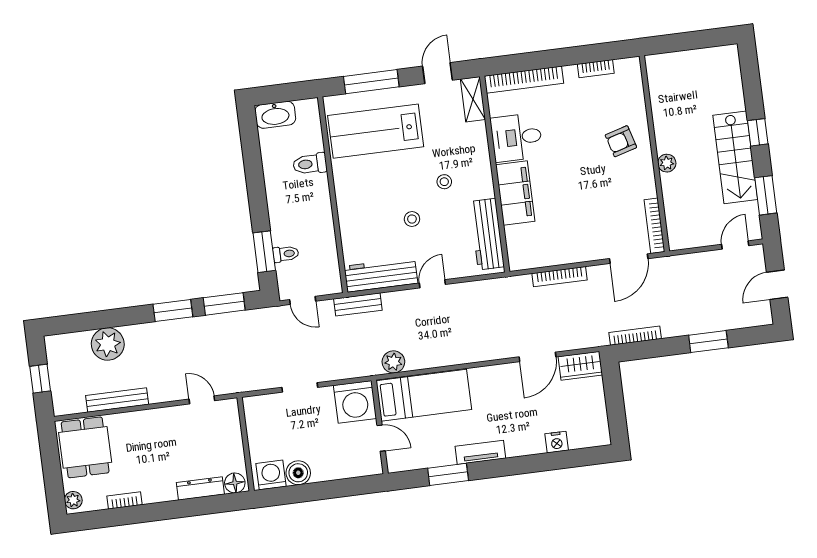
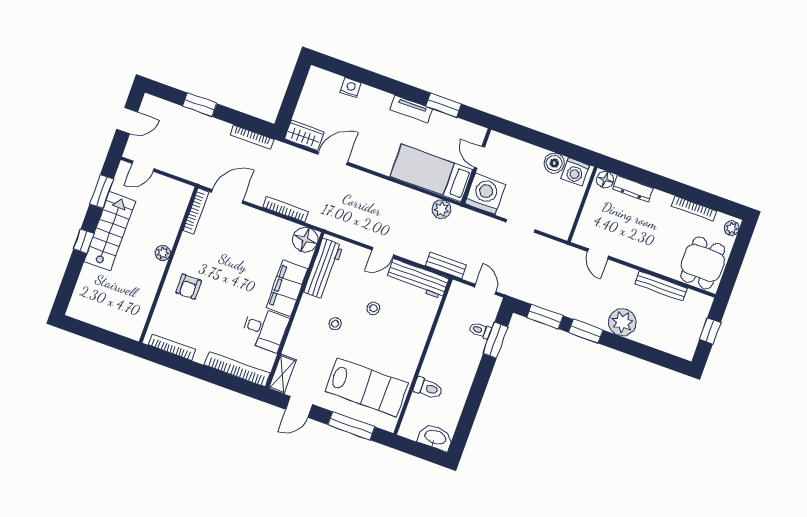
bookcase: (596, 69) -> (172, 347), width x1.56
armchair: (621, 141) -> (189, 287), turned 106
floor lamp: (522, 255) -> (305, 240), added
plant: (108, 344) -> (622, 322), moved
bookcase: (125, 500) -> (694, 209), width x1.56

